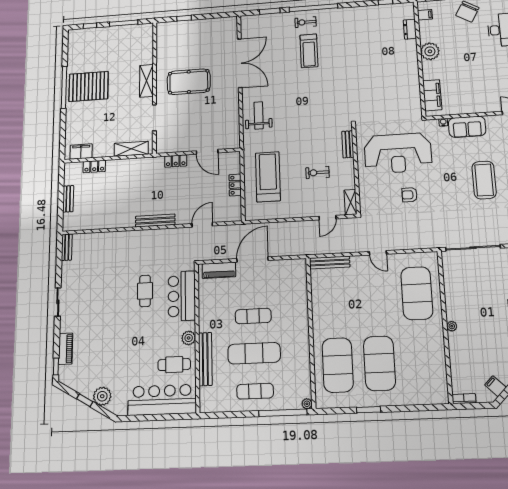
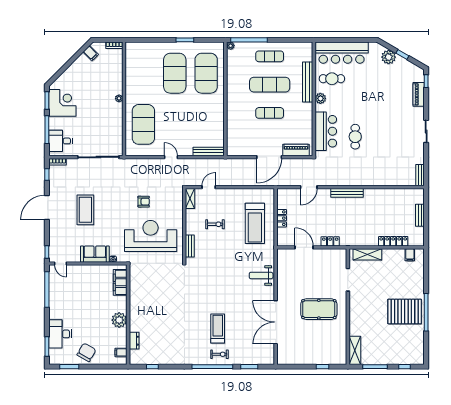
shelving: (146, 81) -> (355, 350), moved
weight bench: (259, 115) -> (261, 275), turned 90
filing cabinet: (81, 152) -> (410, 255), width x0.50
locker: (94, 166) -> (393, 241), width x1.53

